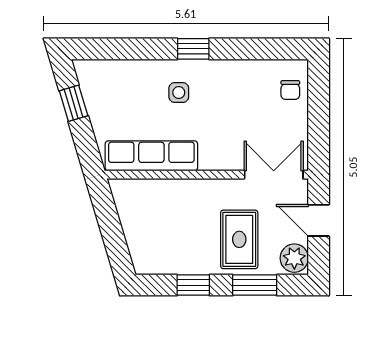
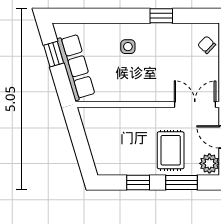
window: (193, 49) -> (161, 16), moved
chair: (290, 90) -> (207, 45), turned 134
row of seats: (151, 156) -> (76, 67), moved, turned 73

